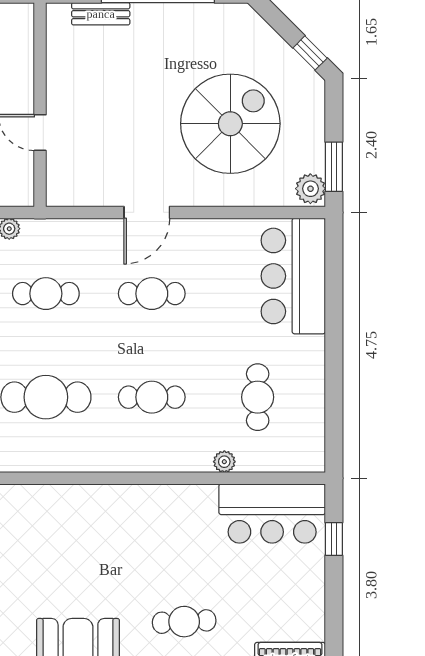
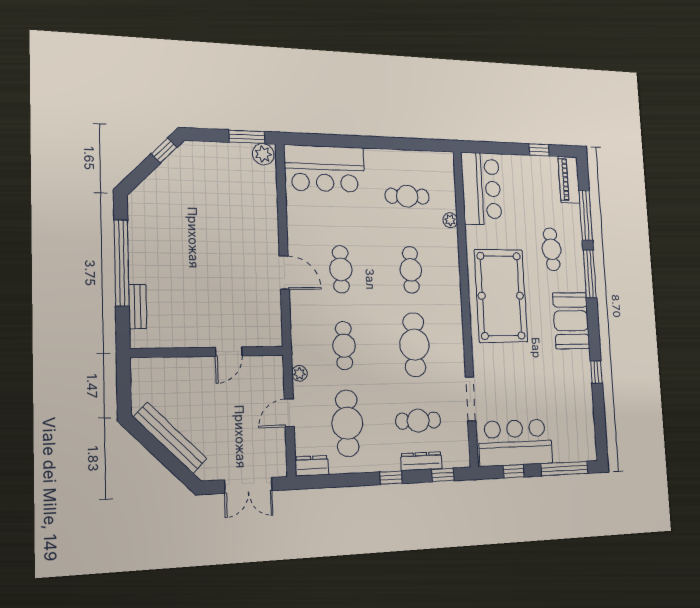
spiral stairs: (230, 124) -> (218, 211), removed
pool table: (115, 535) -> (501, 296), added
window: (334, 539) -> (539, 150), moved

